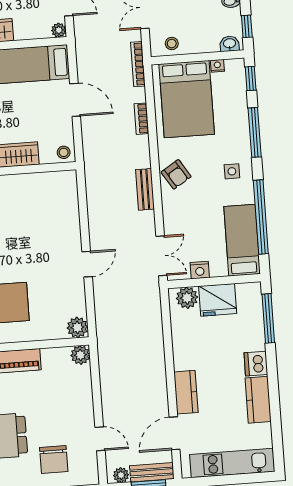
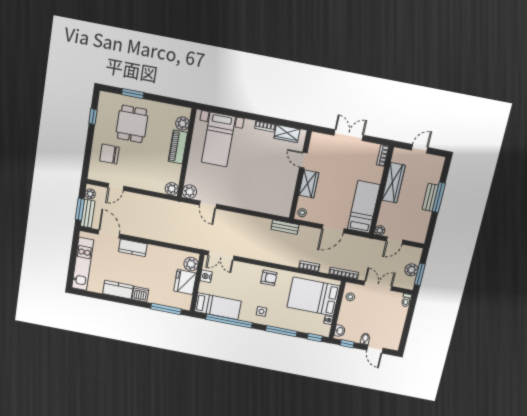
armchair: (176, 174) -> (269, 278), turned -148
bench: (145, 189) -> (285, 227), moved
door: (87, 264) -> (208, 205), moved

